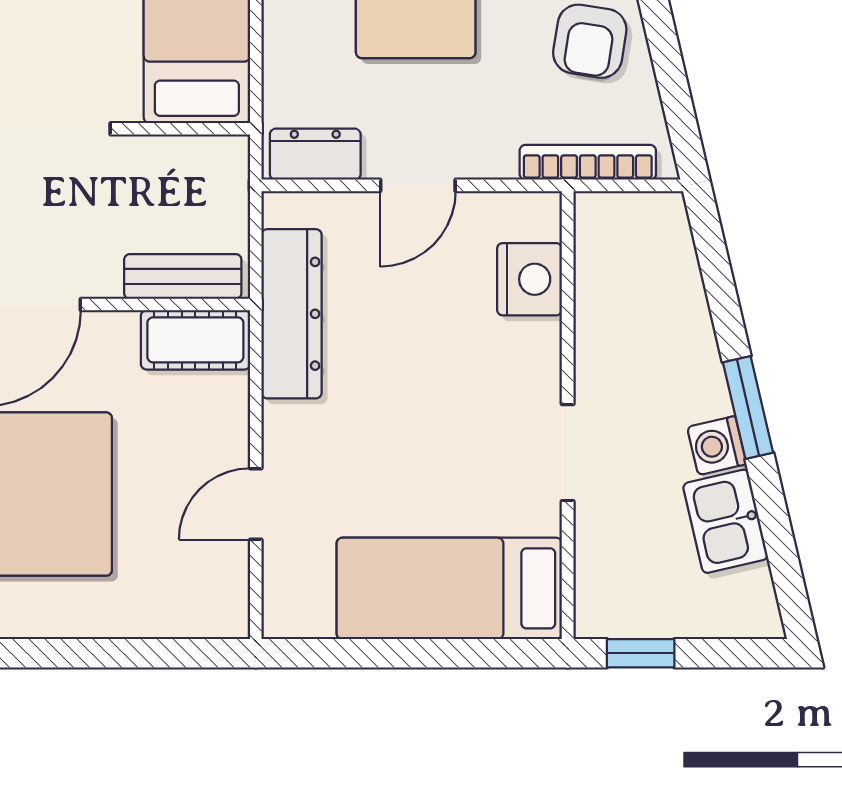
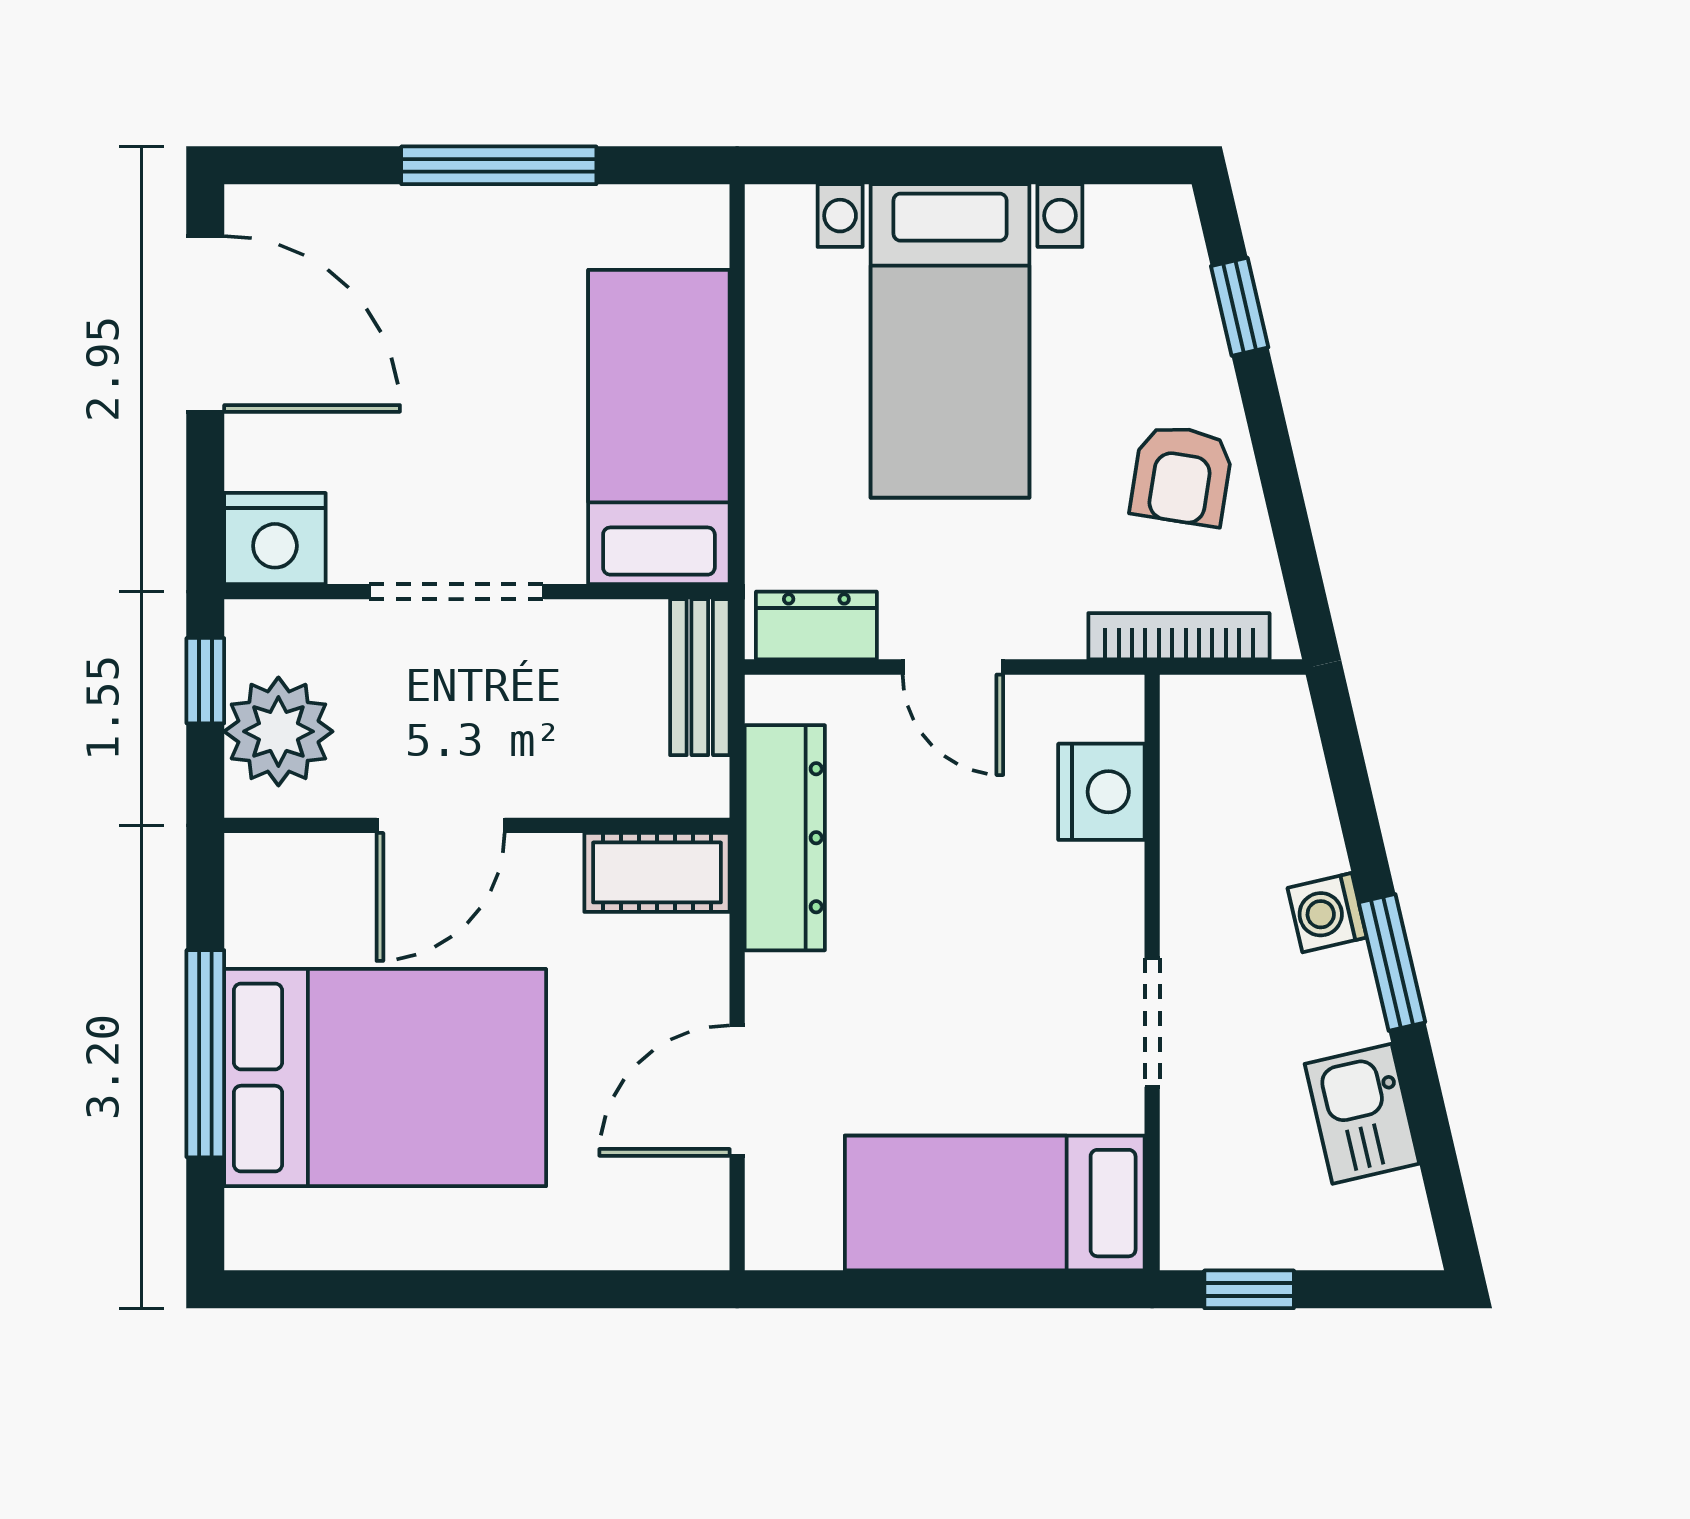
door: (418, 185) -> (953, 667), hinge flipped
bench: (183, 276) -> (700, 677), moved, turned 90
washing machine: (717, 446) -> (1327, 913), moved
door: (256, 504) -> (737, 1091), width x1.38

